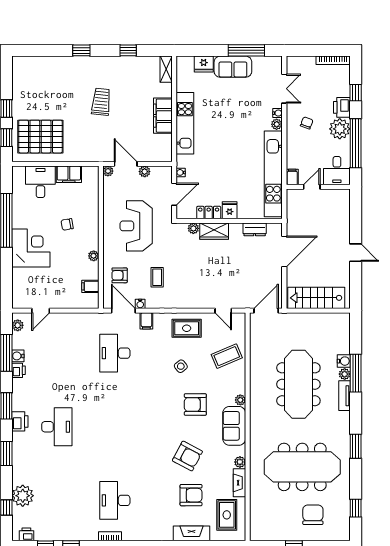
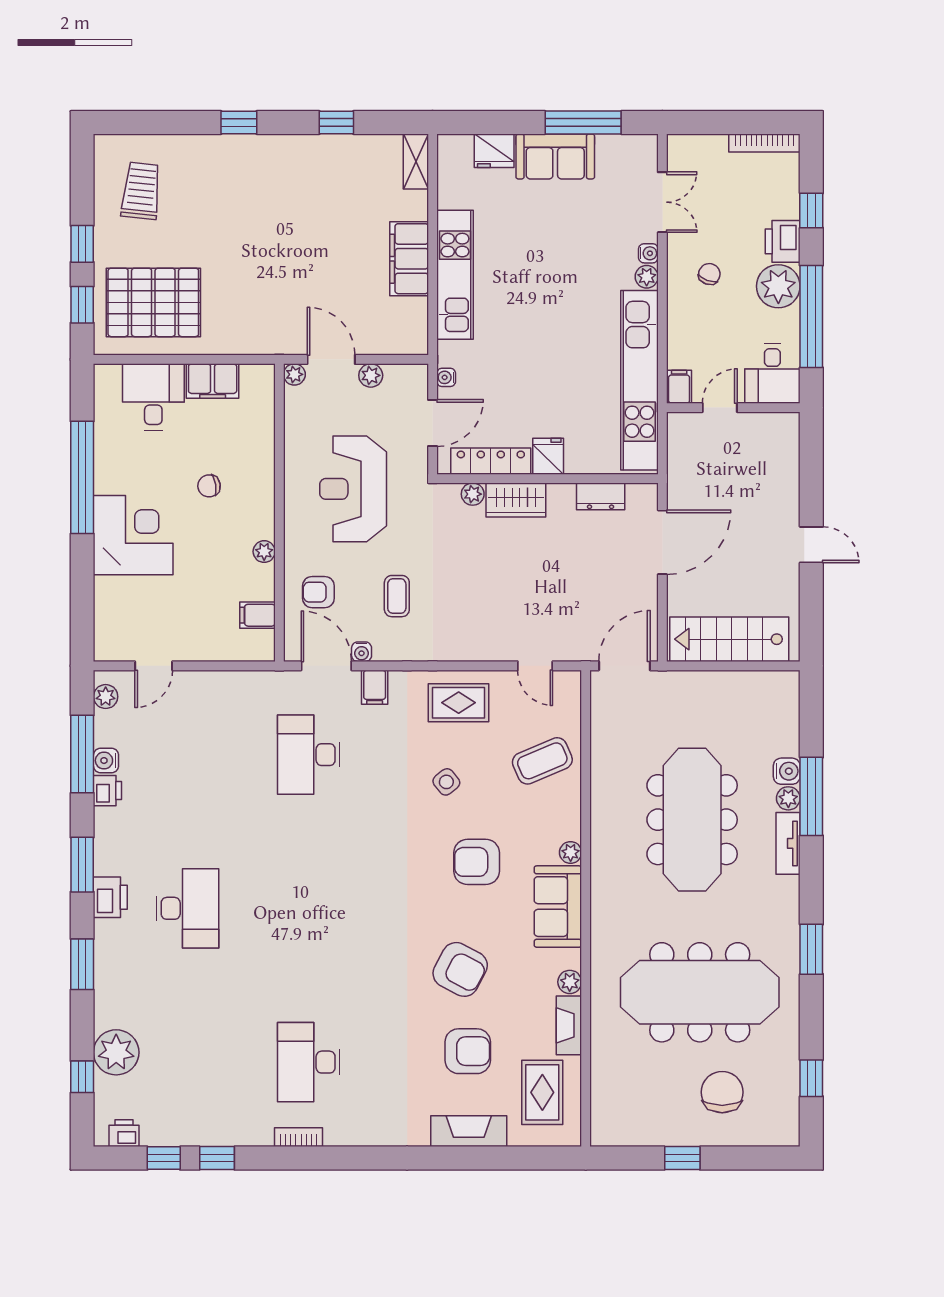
trolley: (101, 102) -> (141, 191), moved
locker: (209, 213) -> (491, 461), width x1.53

